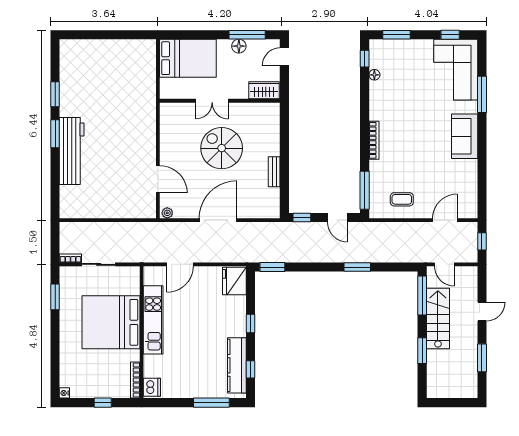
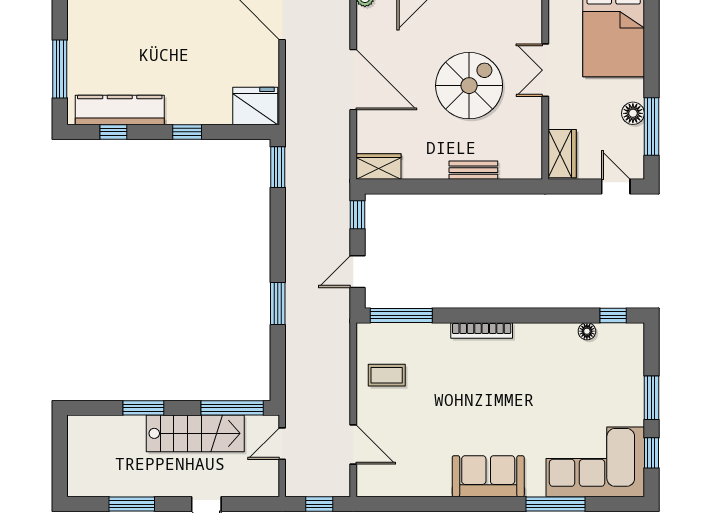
window: (396, 35) -> (651, 398), moved
bench: (274, 172) -> (473, 170), moved
coffee table: (402, 199) -> (387, 375), turned 90
wardrobe: (272, 204) -> (378, 166), added

